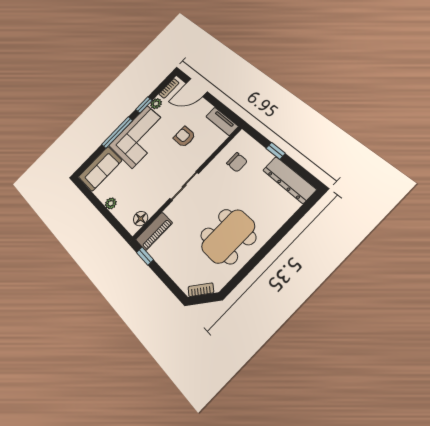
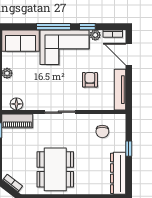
tv unit: (222, 121) -> (120, 90), width x1.41
dining table: (228, 236) -> (55, 169), turned 90

